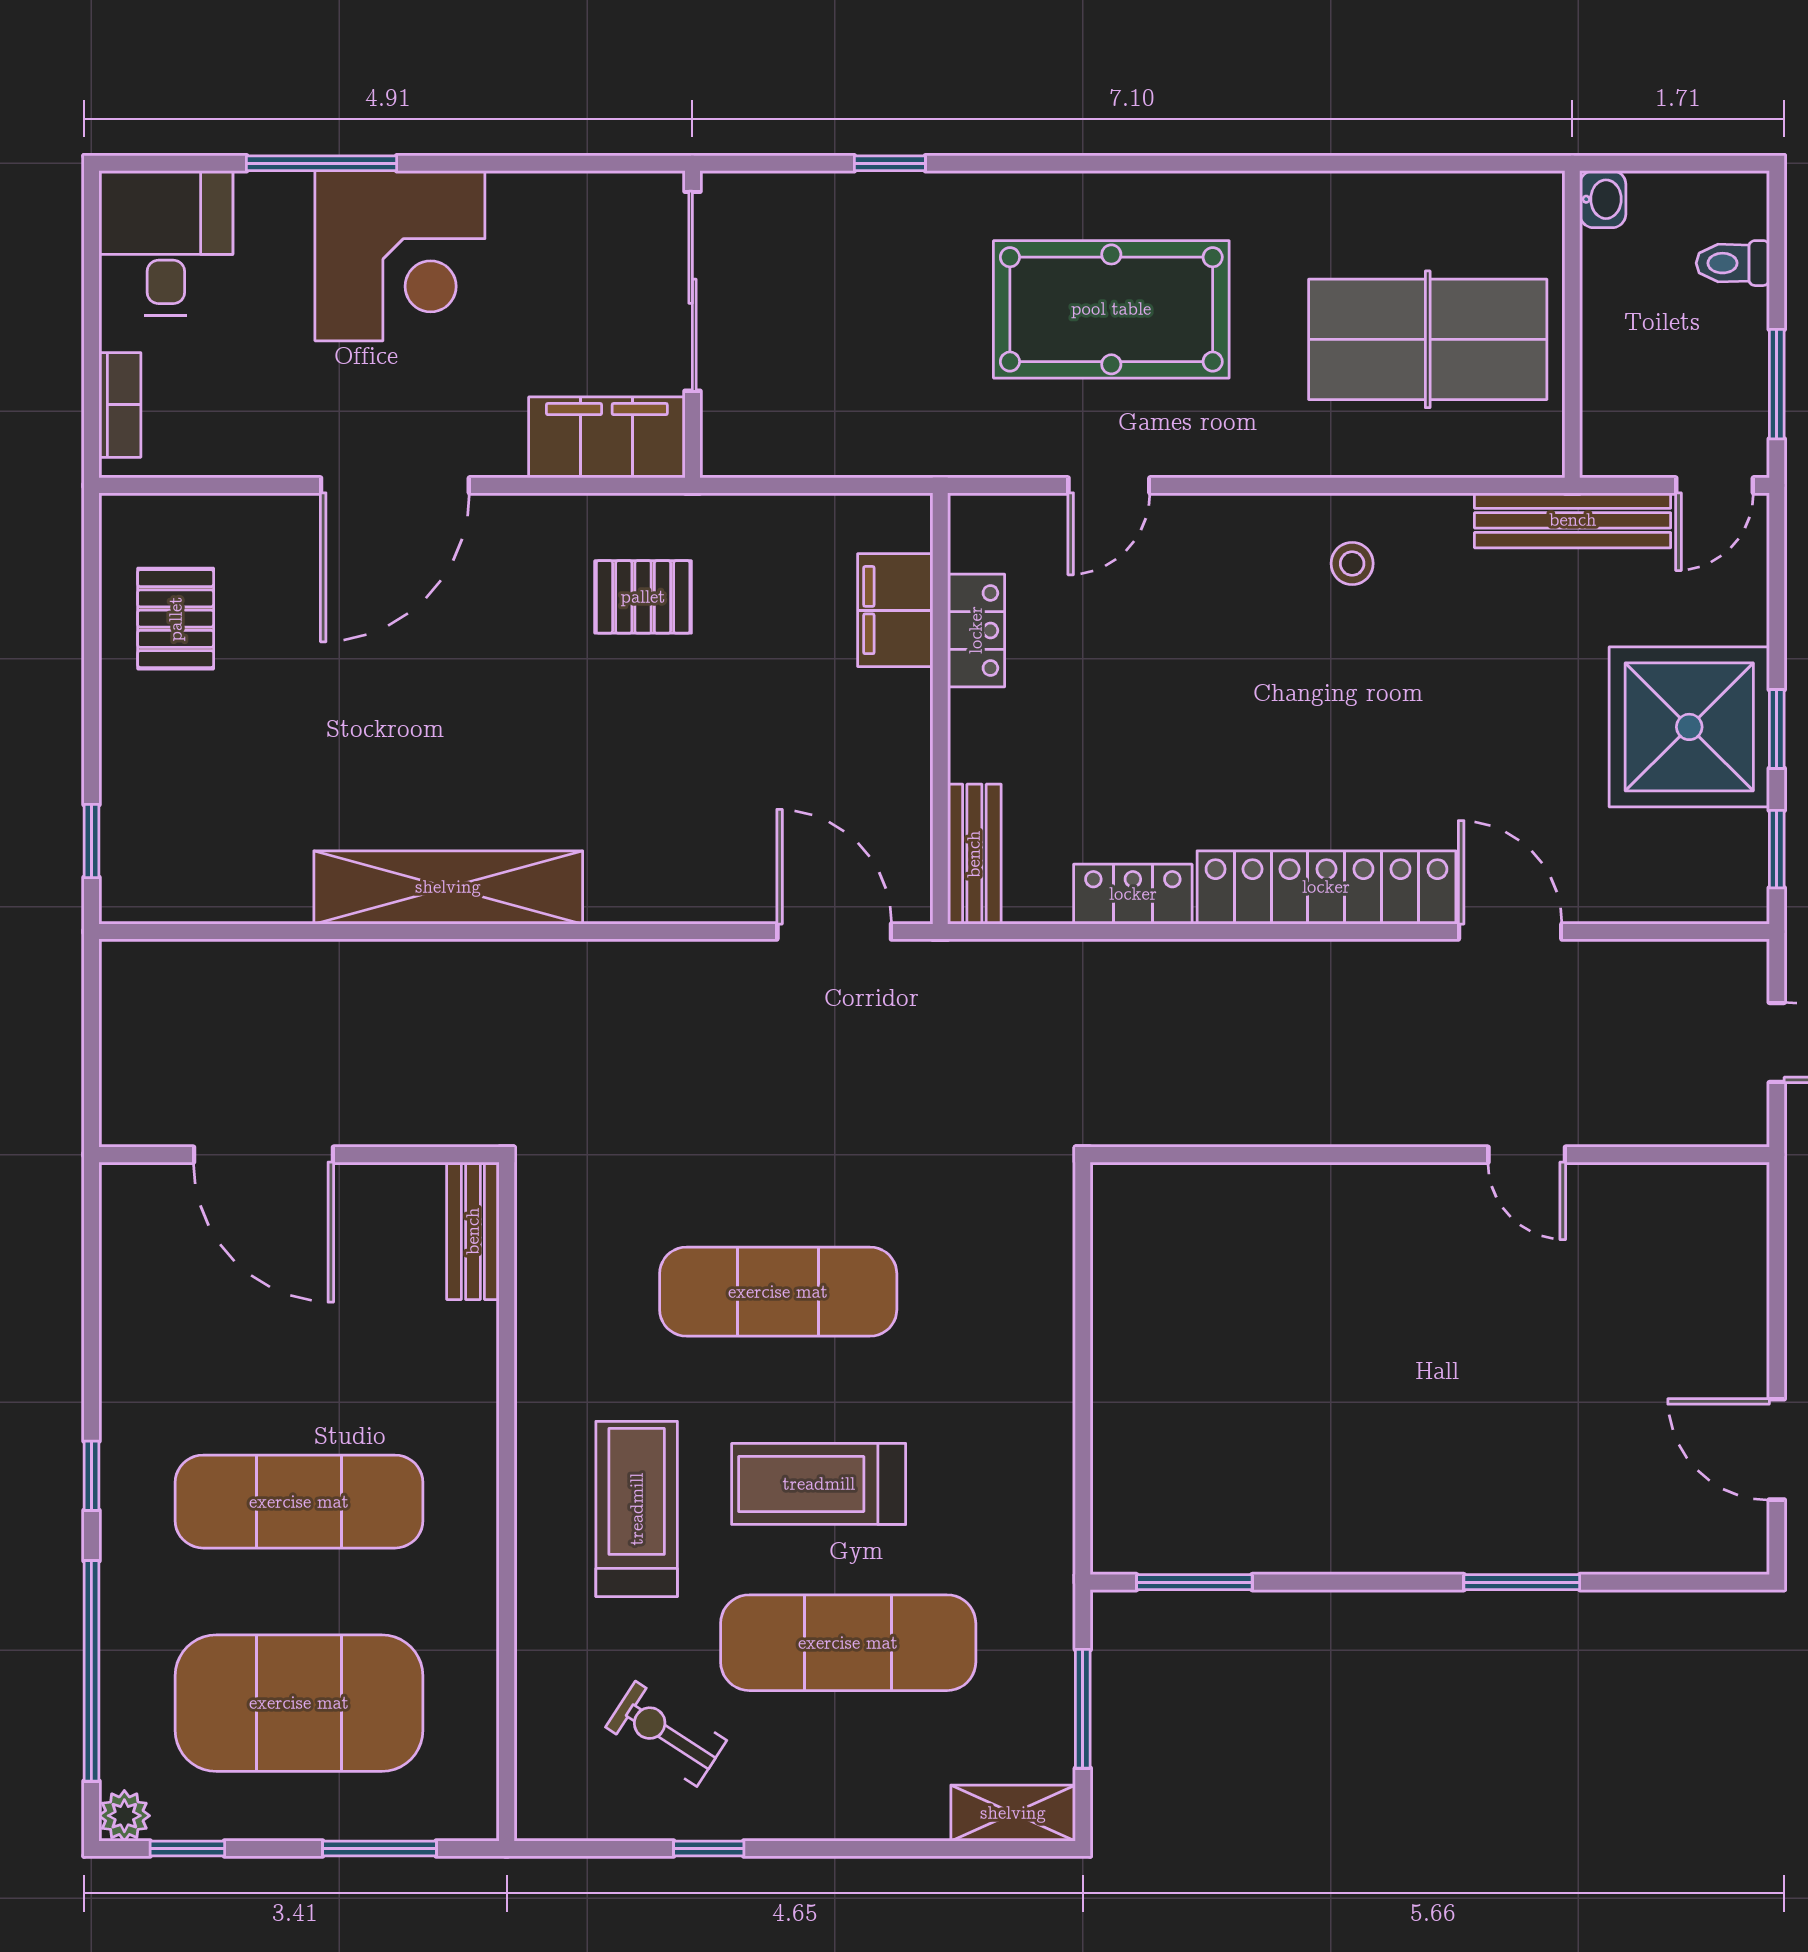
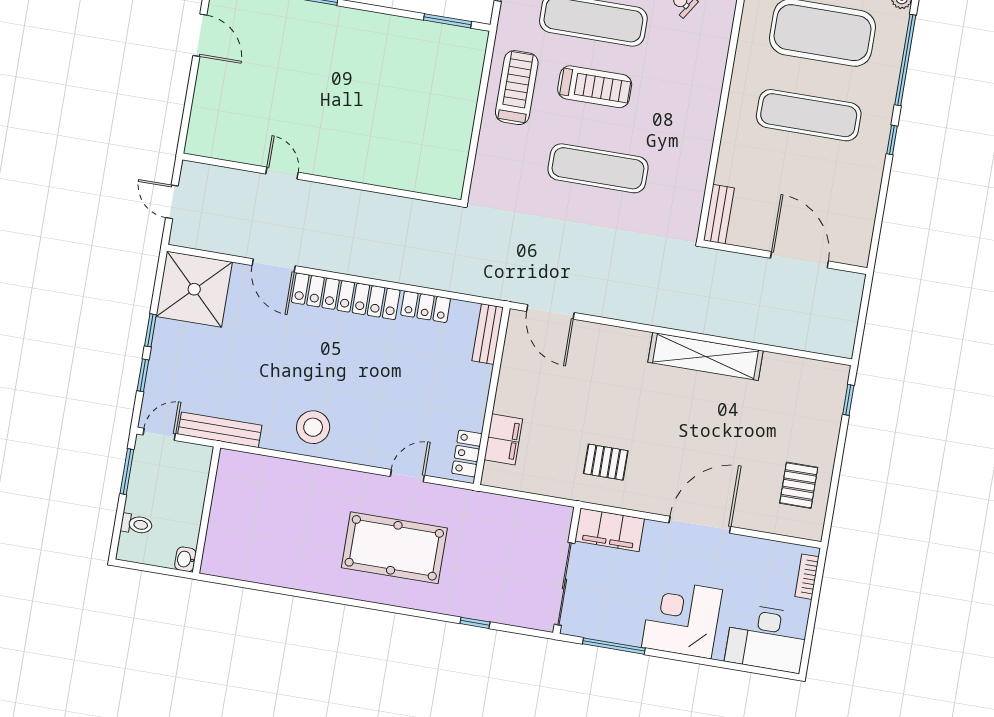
window: (322, 163) -> (614, 646), moved
desk: (166, 243) -> (767, 638), width x1.37
table tennis table: (1428, 339) -> (267, 514), removed
stool: (1352, 563) -> (313, 427), width x1.89, depth x1.89
locker: (976, 630) -> (467, 454), moved
shower: (1689, 727) -> (194, 289), moved
window: (1777, 849) -> (143, 375), moved
treadmill: (637, 1509) -> (517, 88), moved, turned 180

